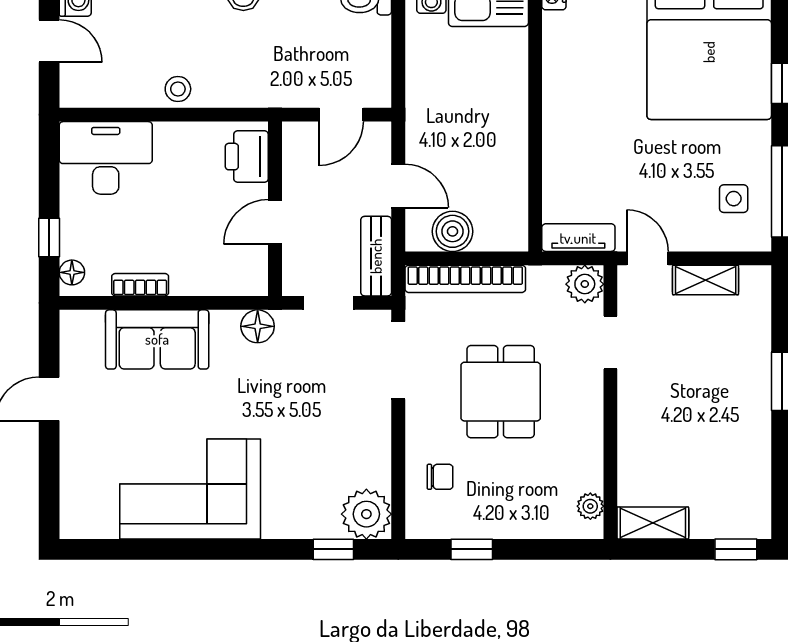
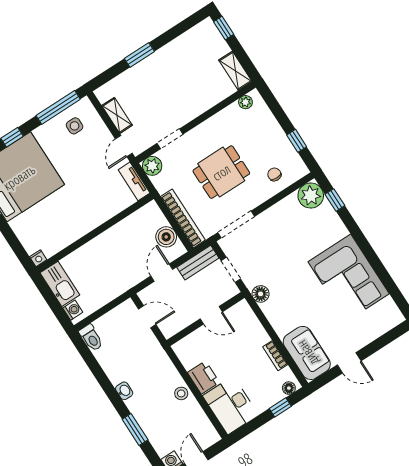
printer: (247, 157) -> (203, 377), moved, turned -90
sofa: (157, 339) -> (307, 353), moved

